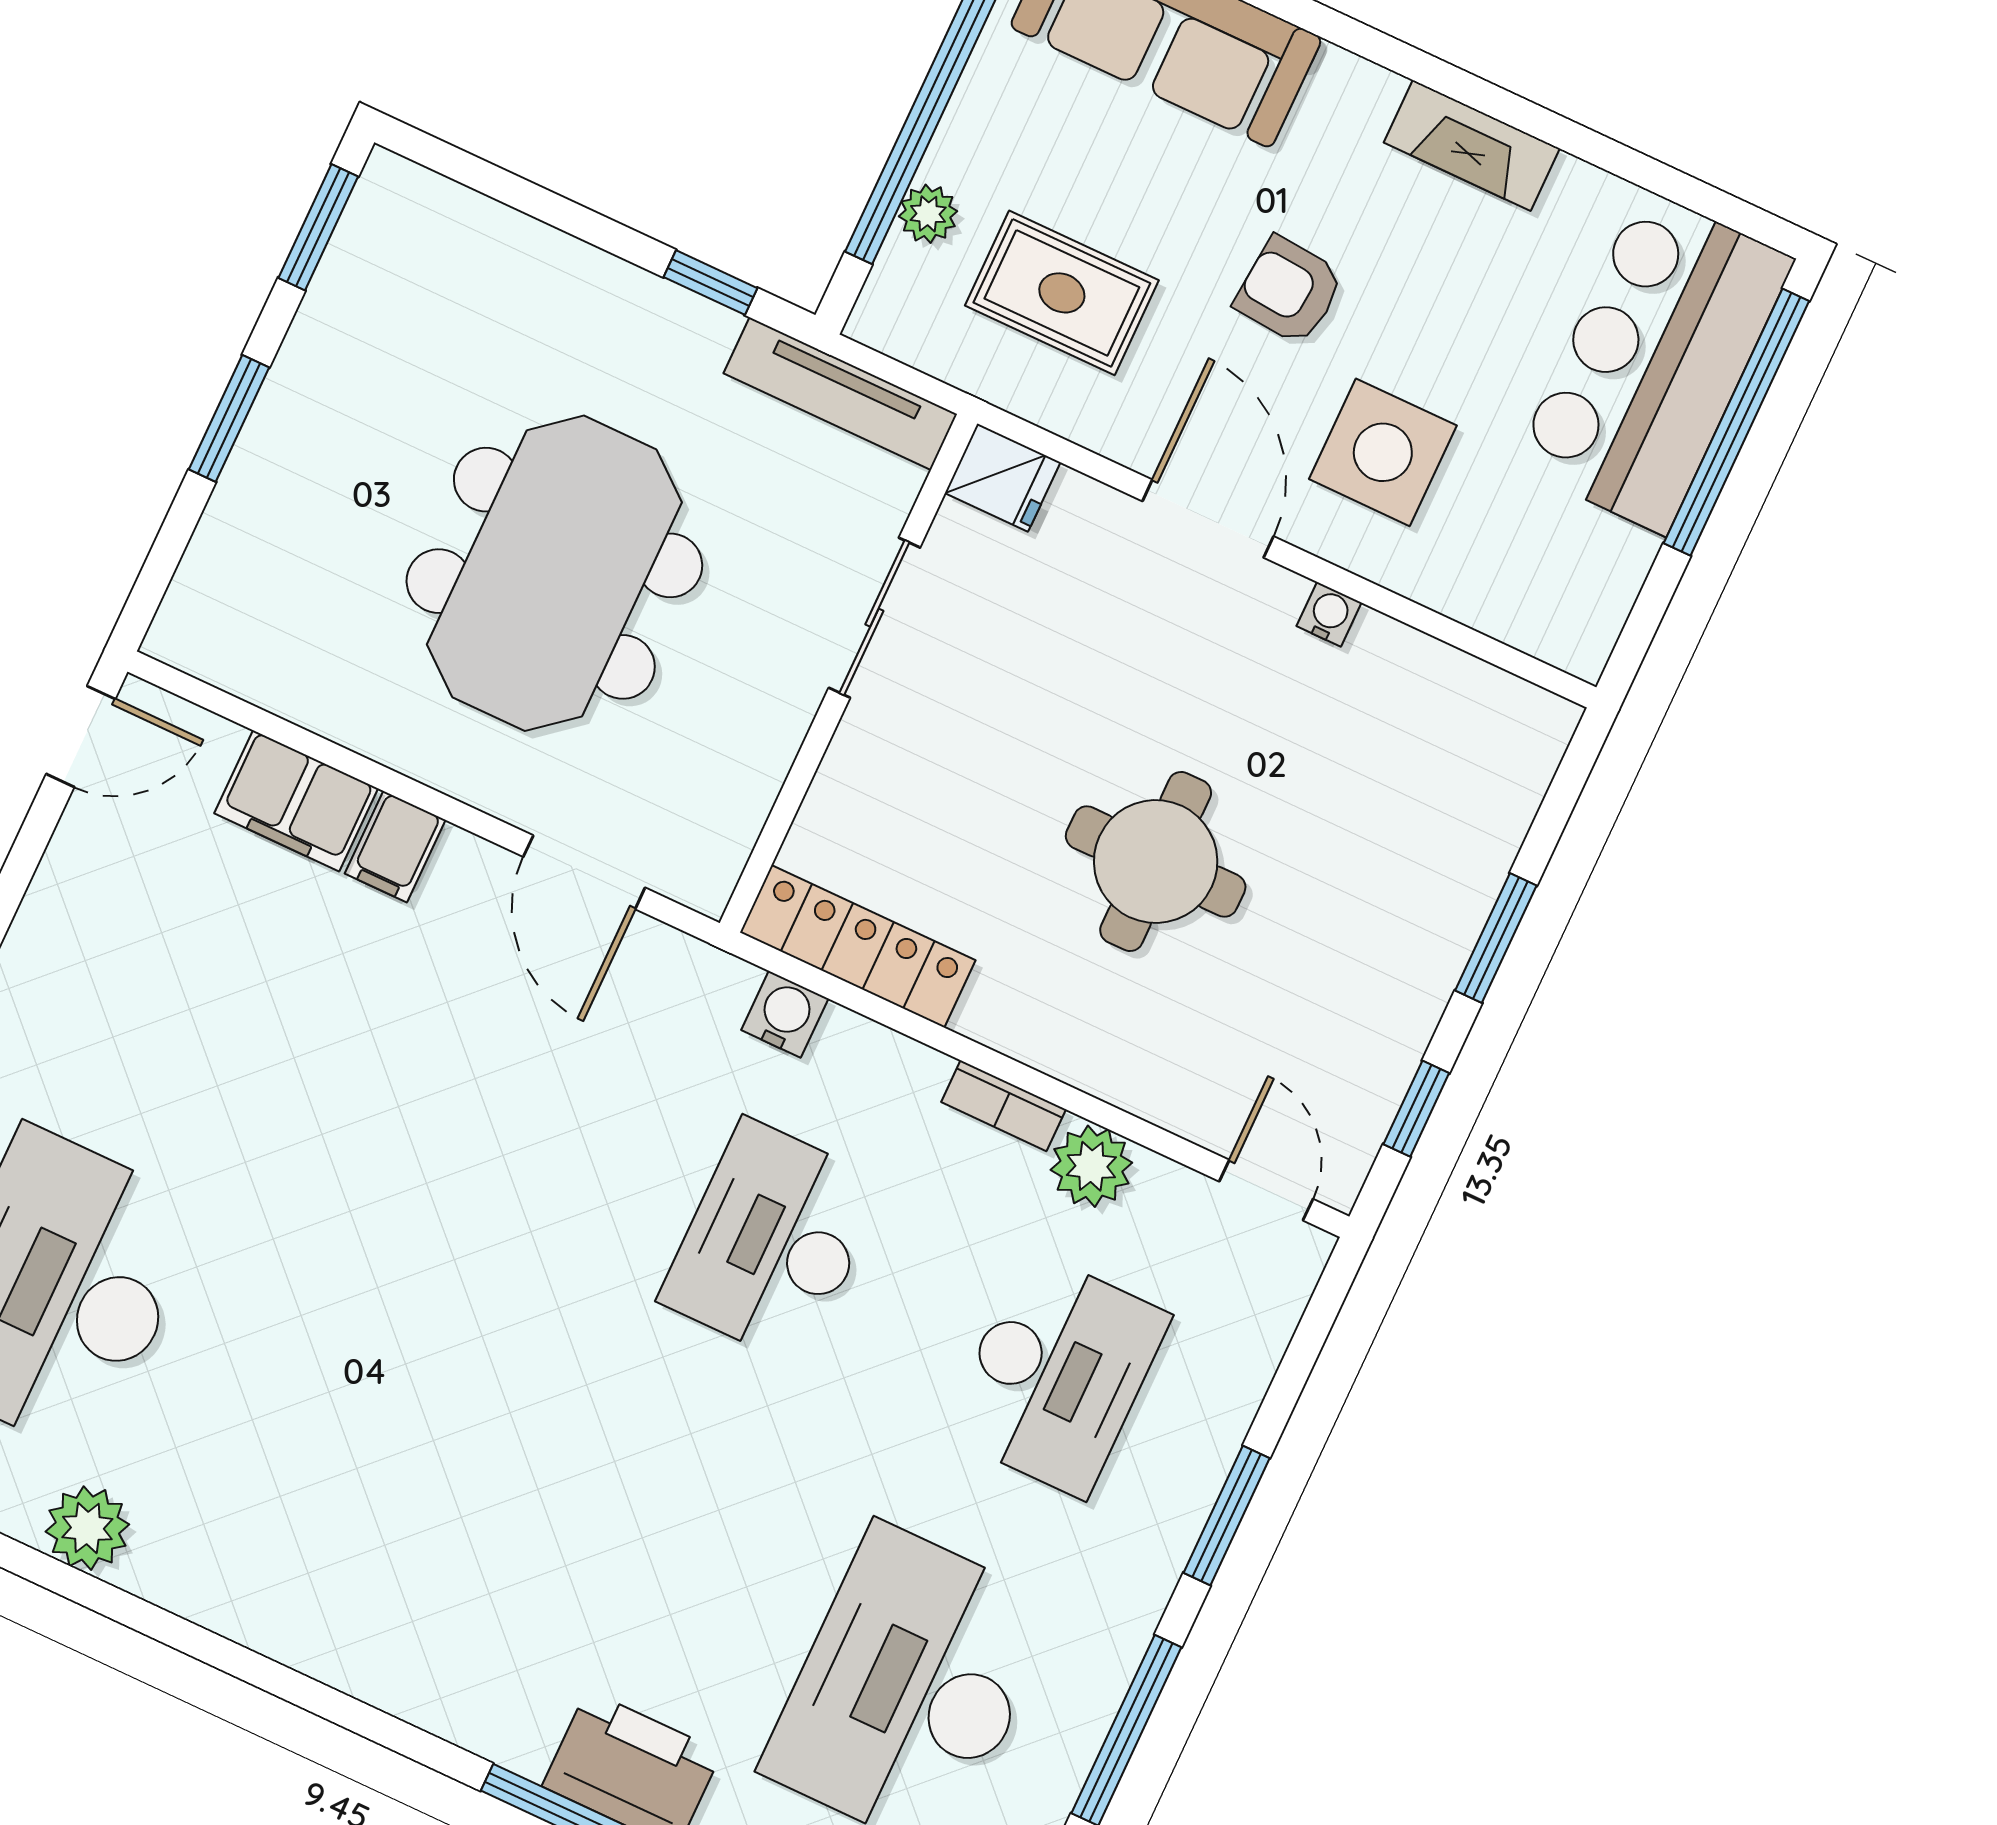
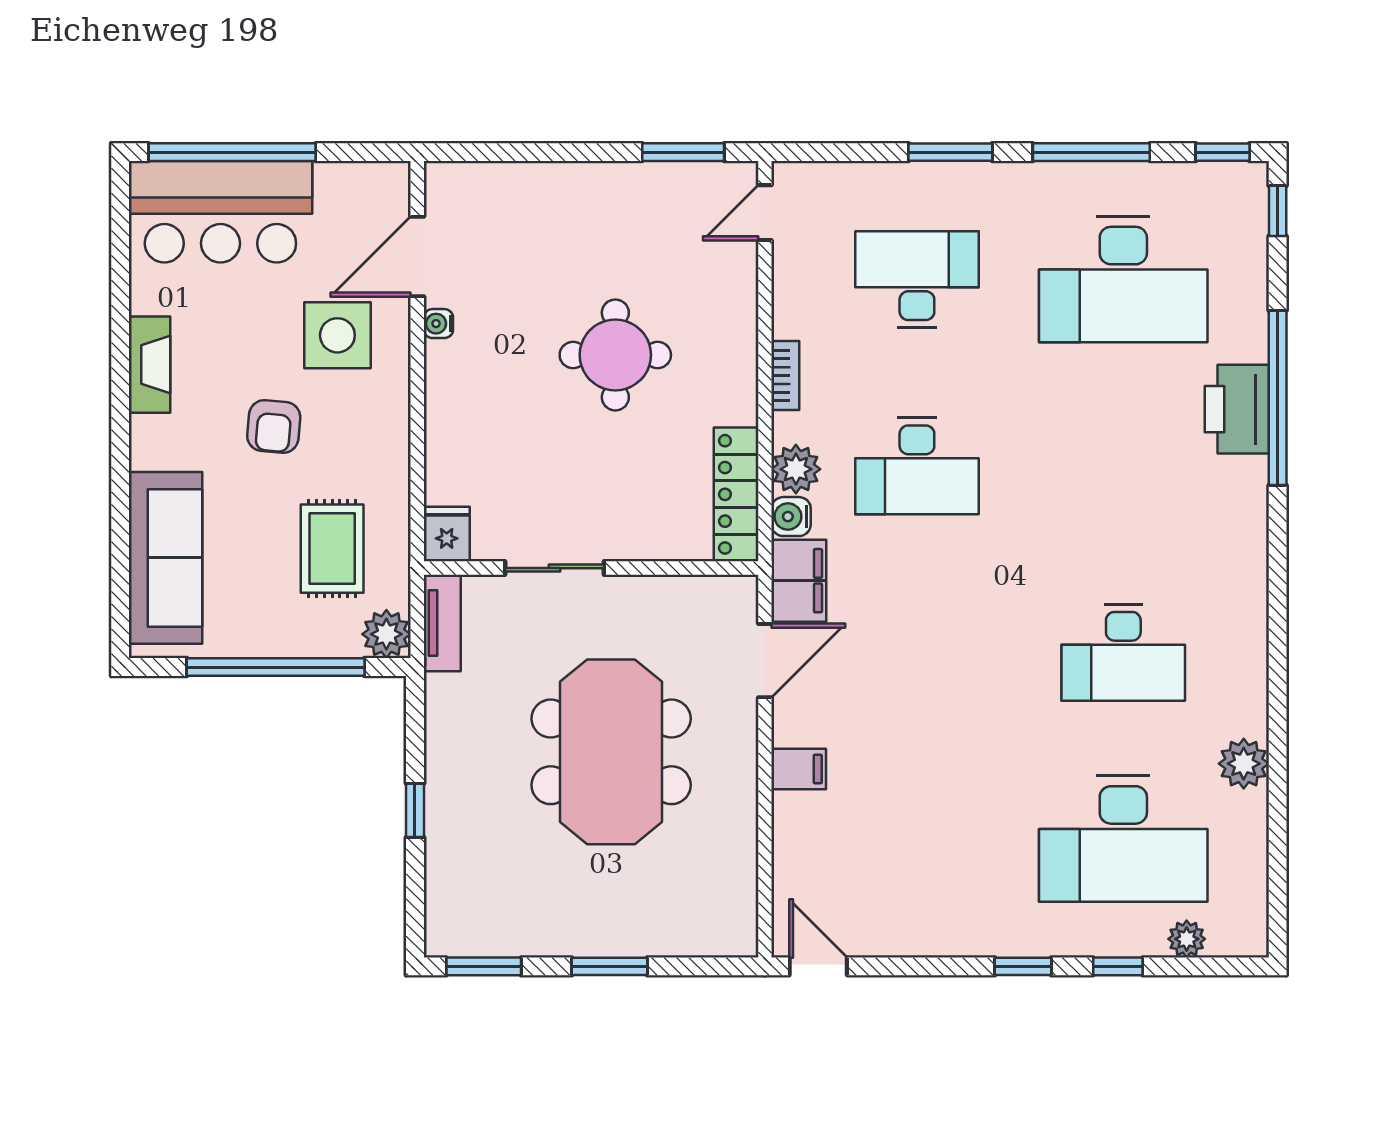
plant: (928, 214) -> (386, 634), moved, width x1.38, depth x1.38
window: (710, 283) -> (415, 810), moved
tv unit: (840, 394) -> (442, 623), width x0.71
door: (1208, 519) -> (417, 256), moved
meeting table: (554, 573) -> (611, 752), turned 90
filing cabinet: (296, 801) -> (799, 581), moved
window: (1496, 938) -> (571, 152), removed
window: (1416, 1109) -> (683, 152), width x1.50
plant: (1091, 1166) -> (796, 469), moved
desk: (342, 1424) -> (1123, 652), added

